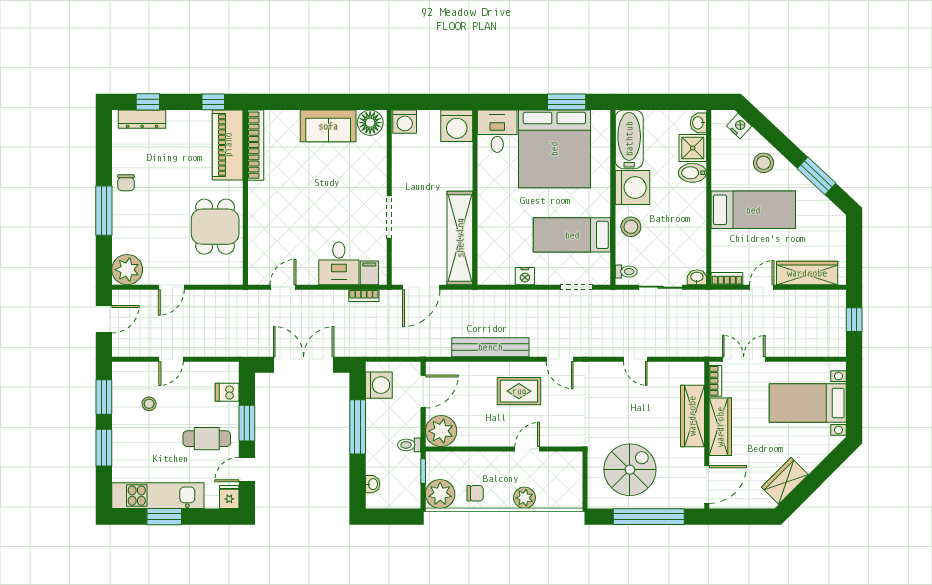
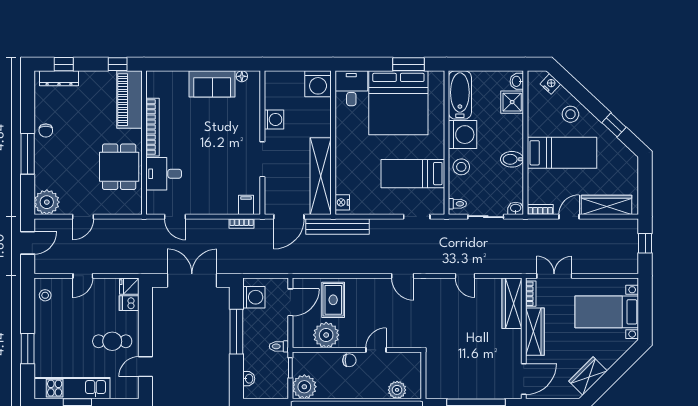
washing machine: (405, 122) -> (274, 119), moved, turned -90
floor lamp: (370, 123) -> (242, 76), width x0.53, depth x0.53
bookcase: (256, 145) -> (153, 127), moved
bidet: (692, 173) -> (512, 159), moved
window: (816, 176) -> (614, 125), width x0.67
desk: (339, 263) -> (164, 174), moved, turned 90
nightstand: (525, 276) -> (342, 202), moved, turned 90
door: (283, 287) -> (175, 217), swing flipped
bench: (490, 347) -> (338, 226), moved
rug: (519, 391) -> (333, 300), moved, turned 90
window: (104, 397) -> (28, 307), removed
stool: (149, 404) -> (45, 295), moved
wardrobe: (692, 416) -> (512, 303), moved
window: (247, 423) -> (145, 328), removed
plant: (441, 431) -> (326, 335), moved
spiral stairs: (630, 470) -> (460, 367), removed
chair: (475, 493) -> (349, 360), moved
fridge: (229, 497) -> (129, 286), moved, turned -90
plant: (524, 498) -> (397, 390), moved

